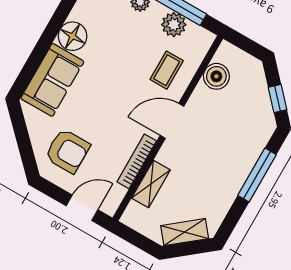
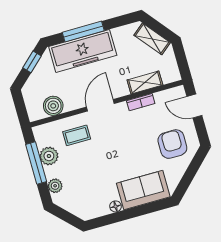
floor lamp: (73, 36) -> (116, 206), width x0.53, depth x0.53
door: (172, 121) -> (100, 105), swing flipped
freezer: (240, 156) -> (83, 51), added
bookcase: (137, 161) -> (141, 102), width x0.64

